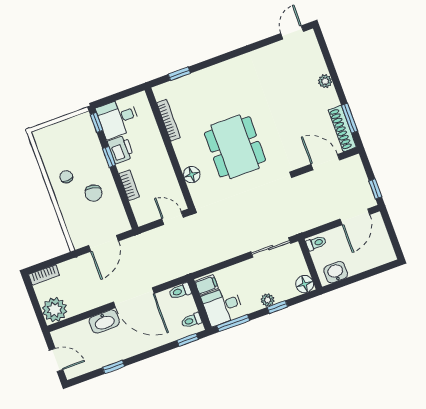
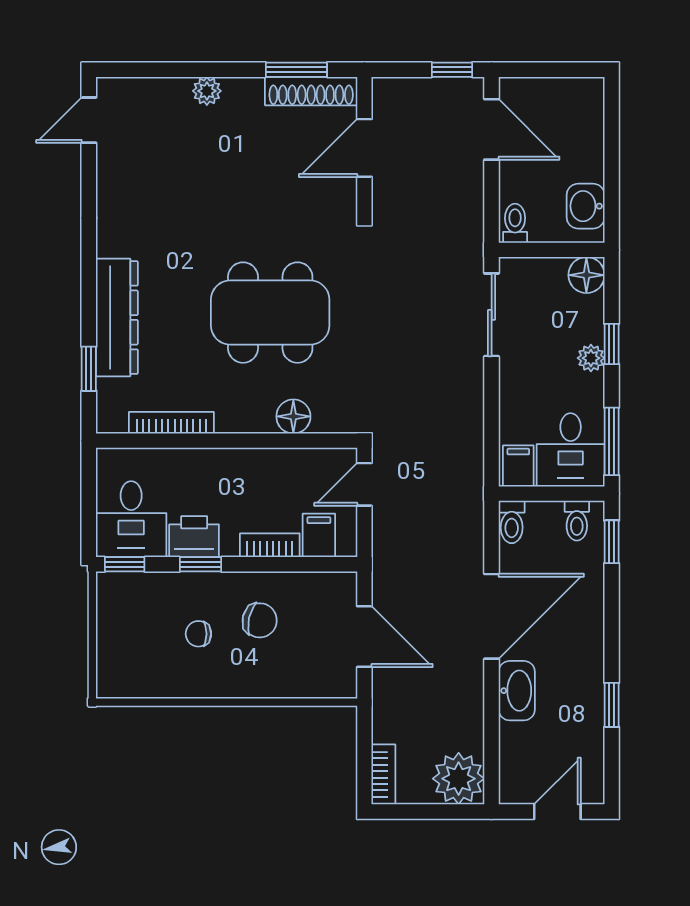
door: (292, 32) -> (89, 120), hinge flipped
dresser: (207, 78) -> (117, 318), added
chair: (66, 177) -> (198, 634), moved
filing cabinet: (142, 206) -> (319, 535), added

